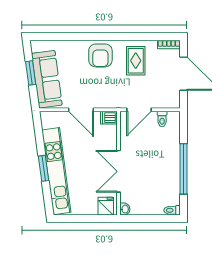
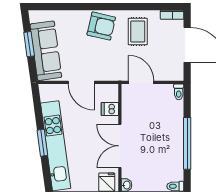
armchair: (100, 55) -> (101, 26), turned -77
door: (139, 110) -> (141, 82), swing flipped
dishwasher: (109, 118) -> (110, 109), moved
toilet: (162, 119) -> (179, 92), moved

